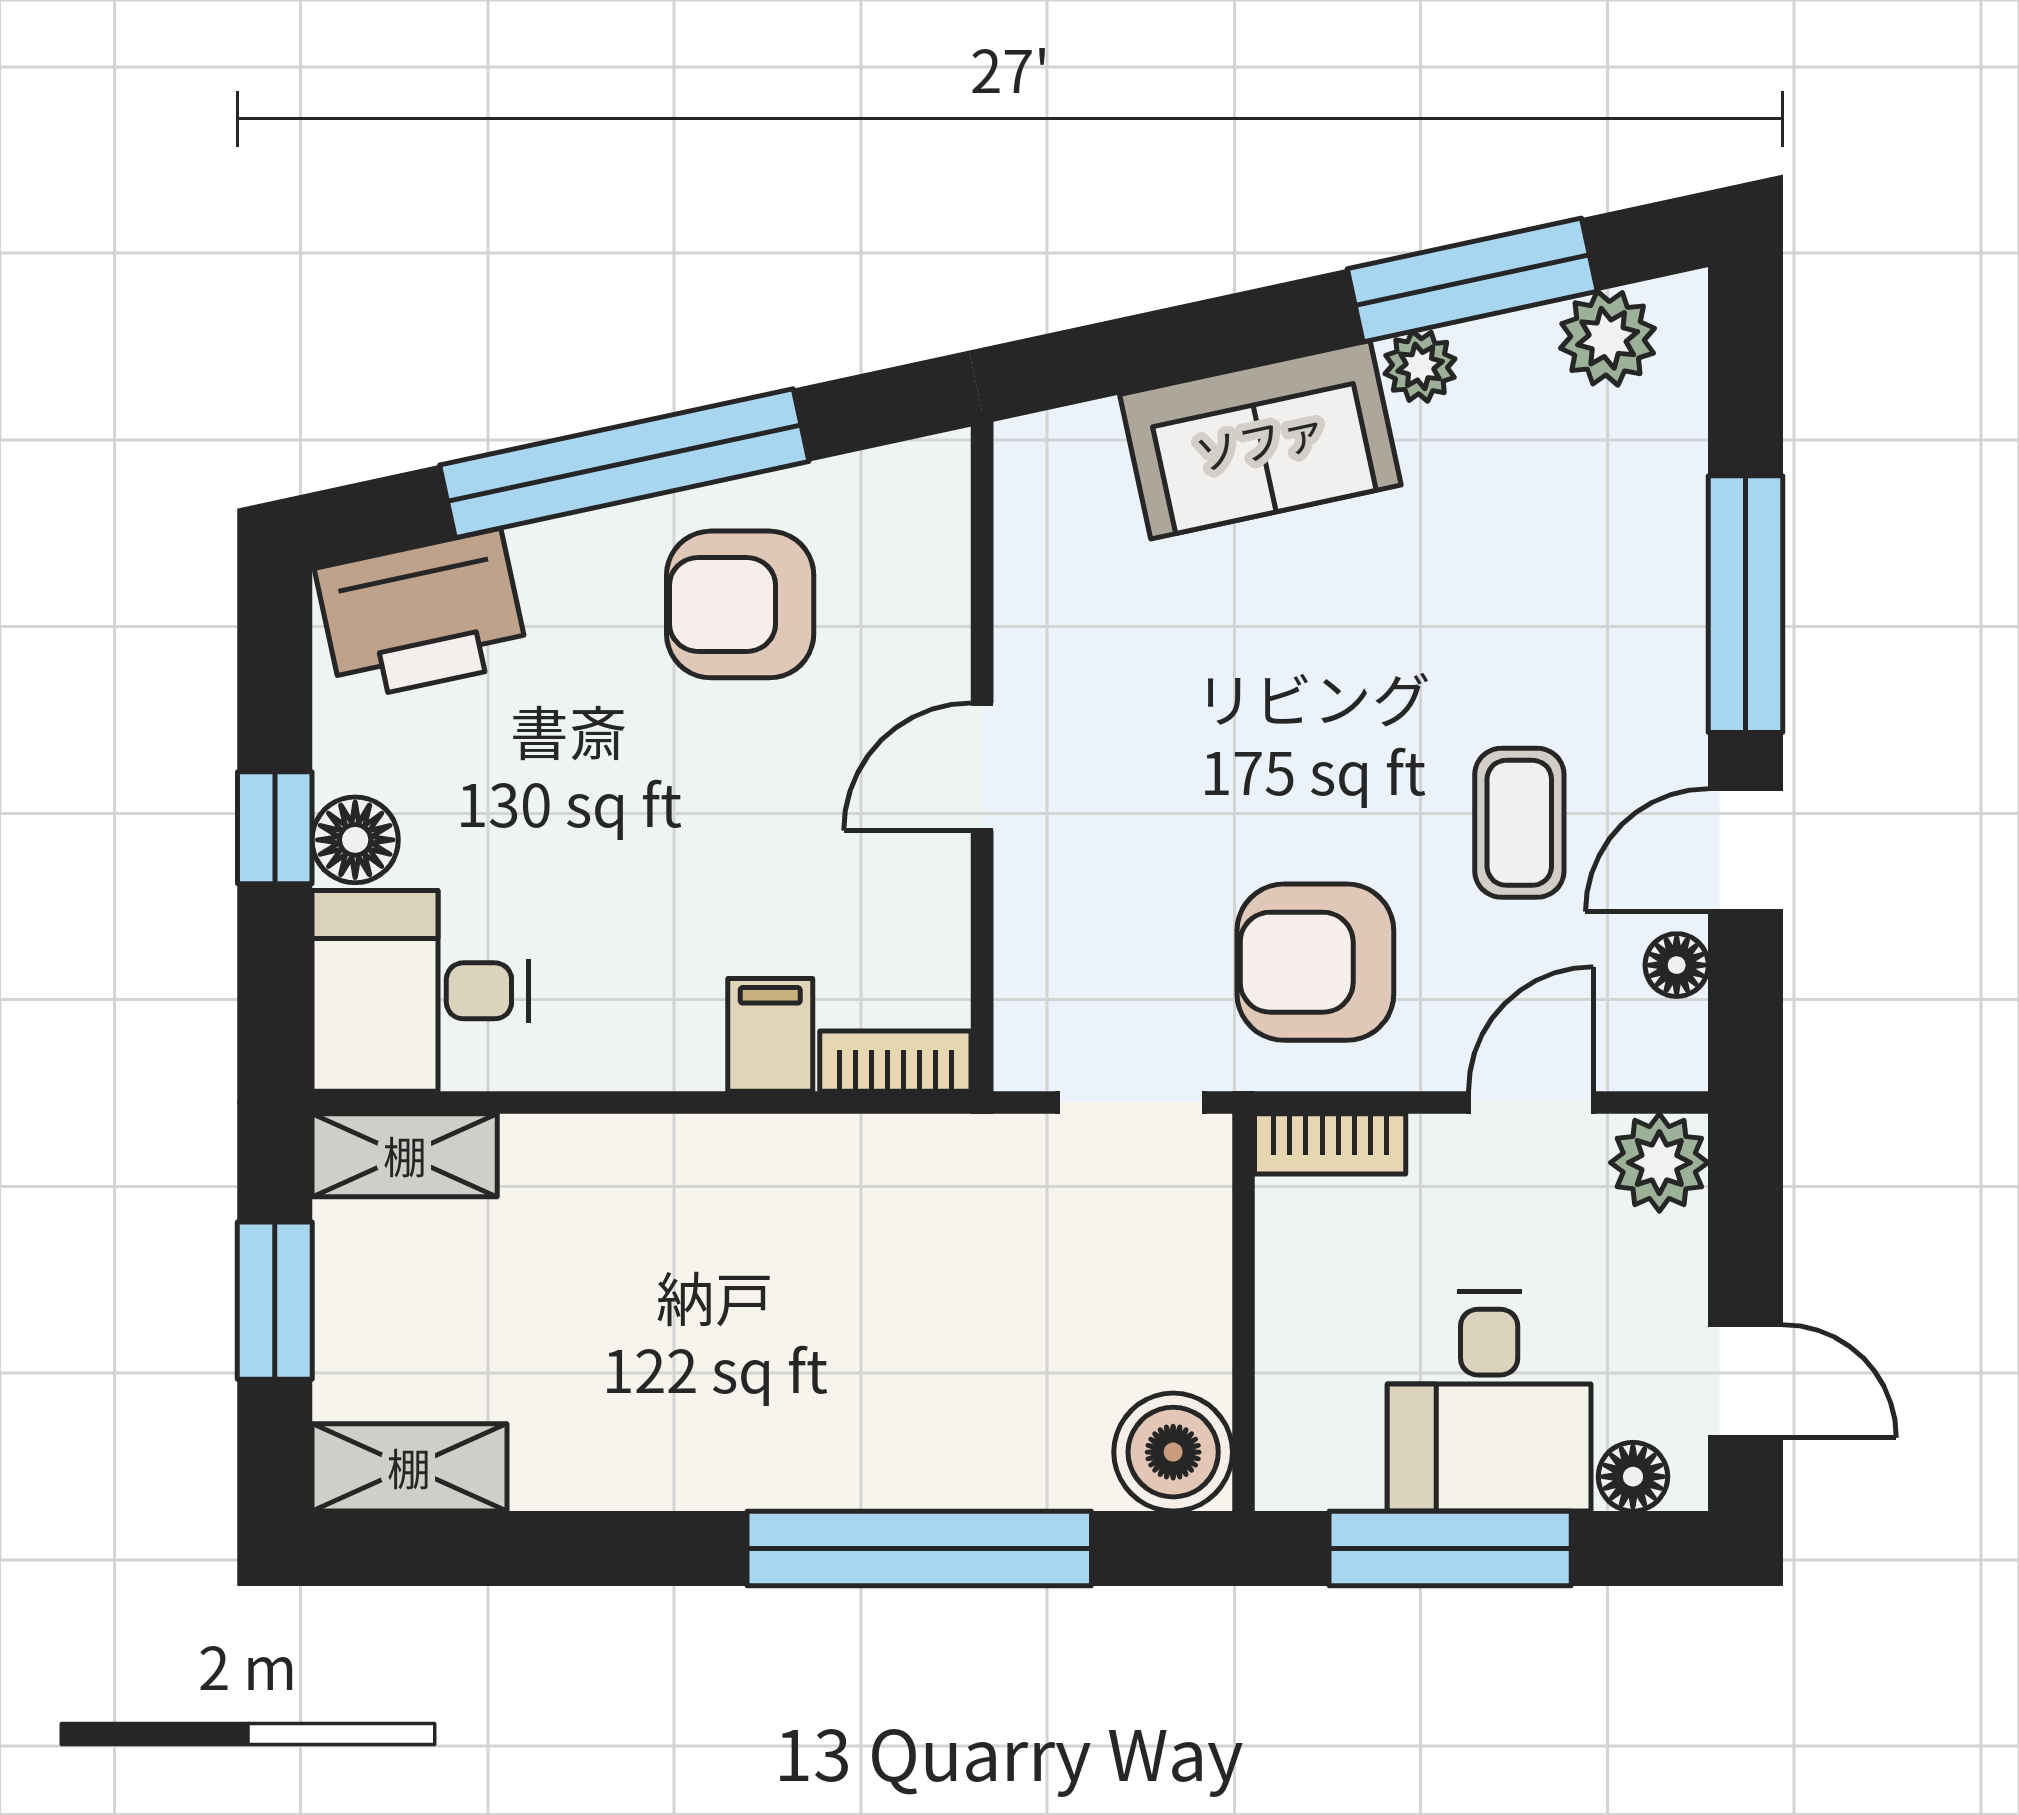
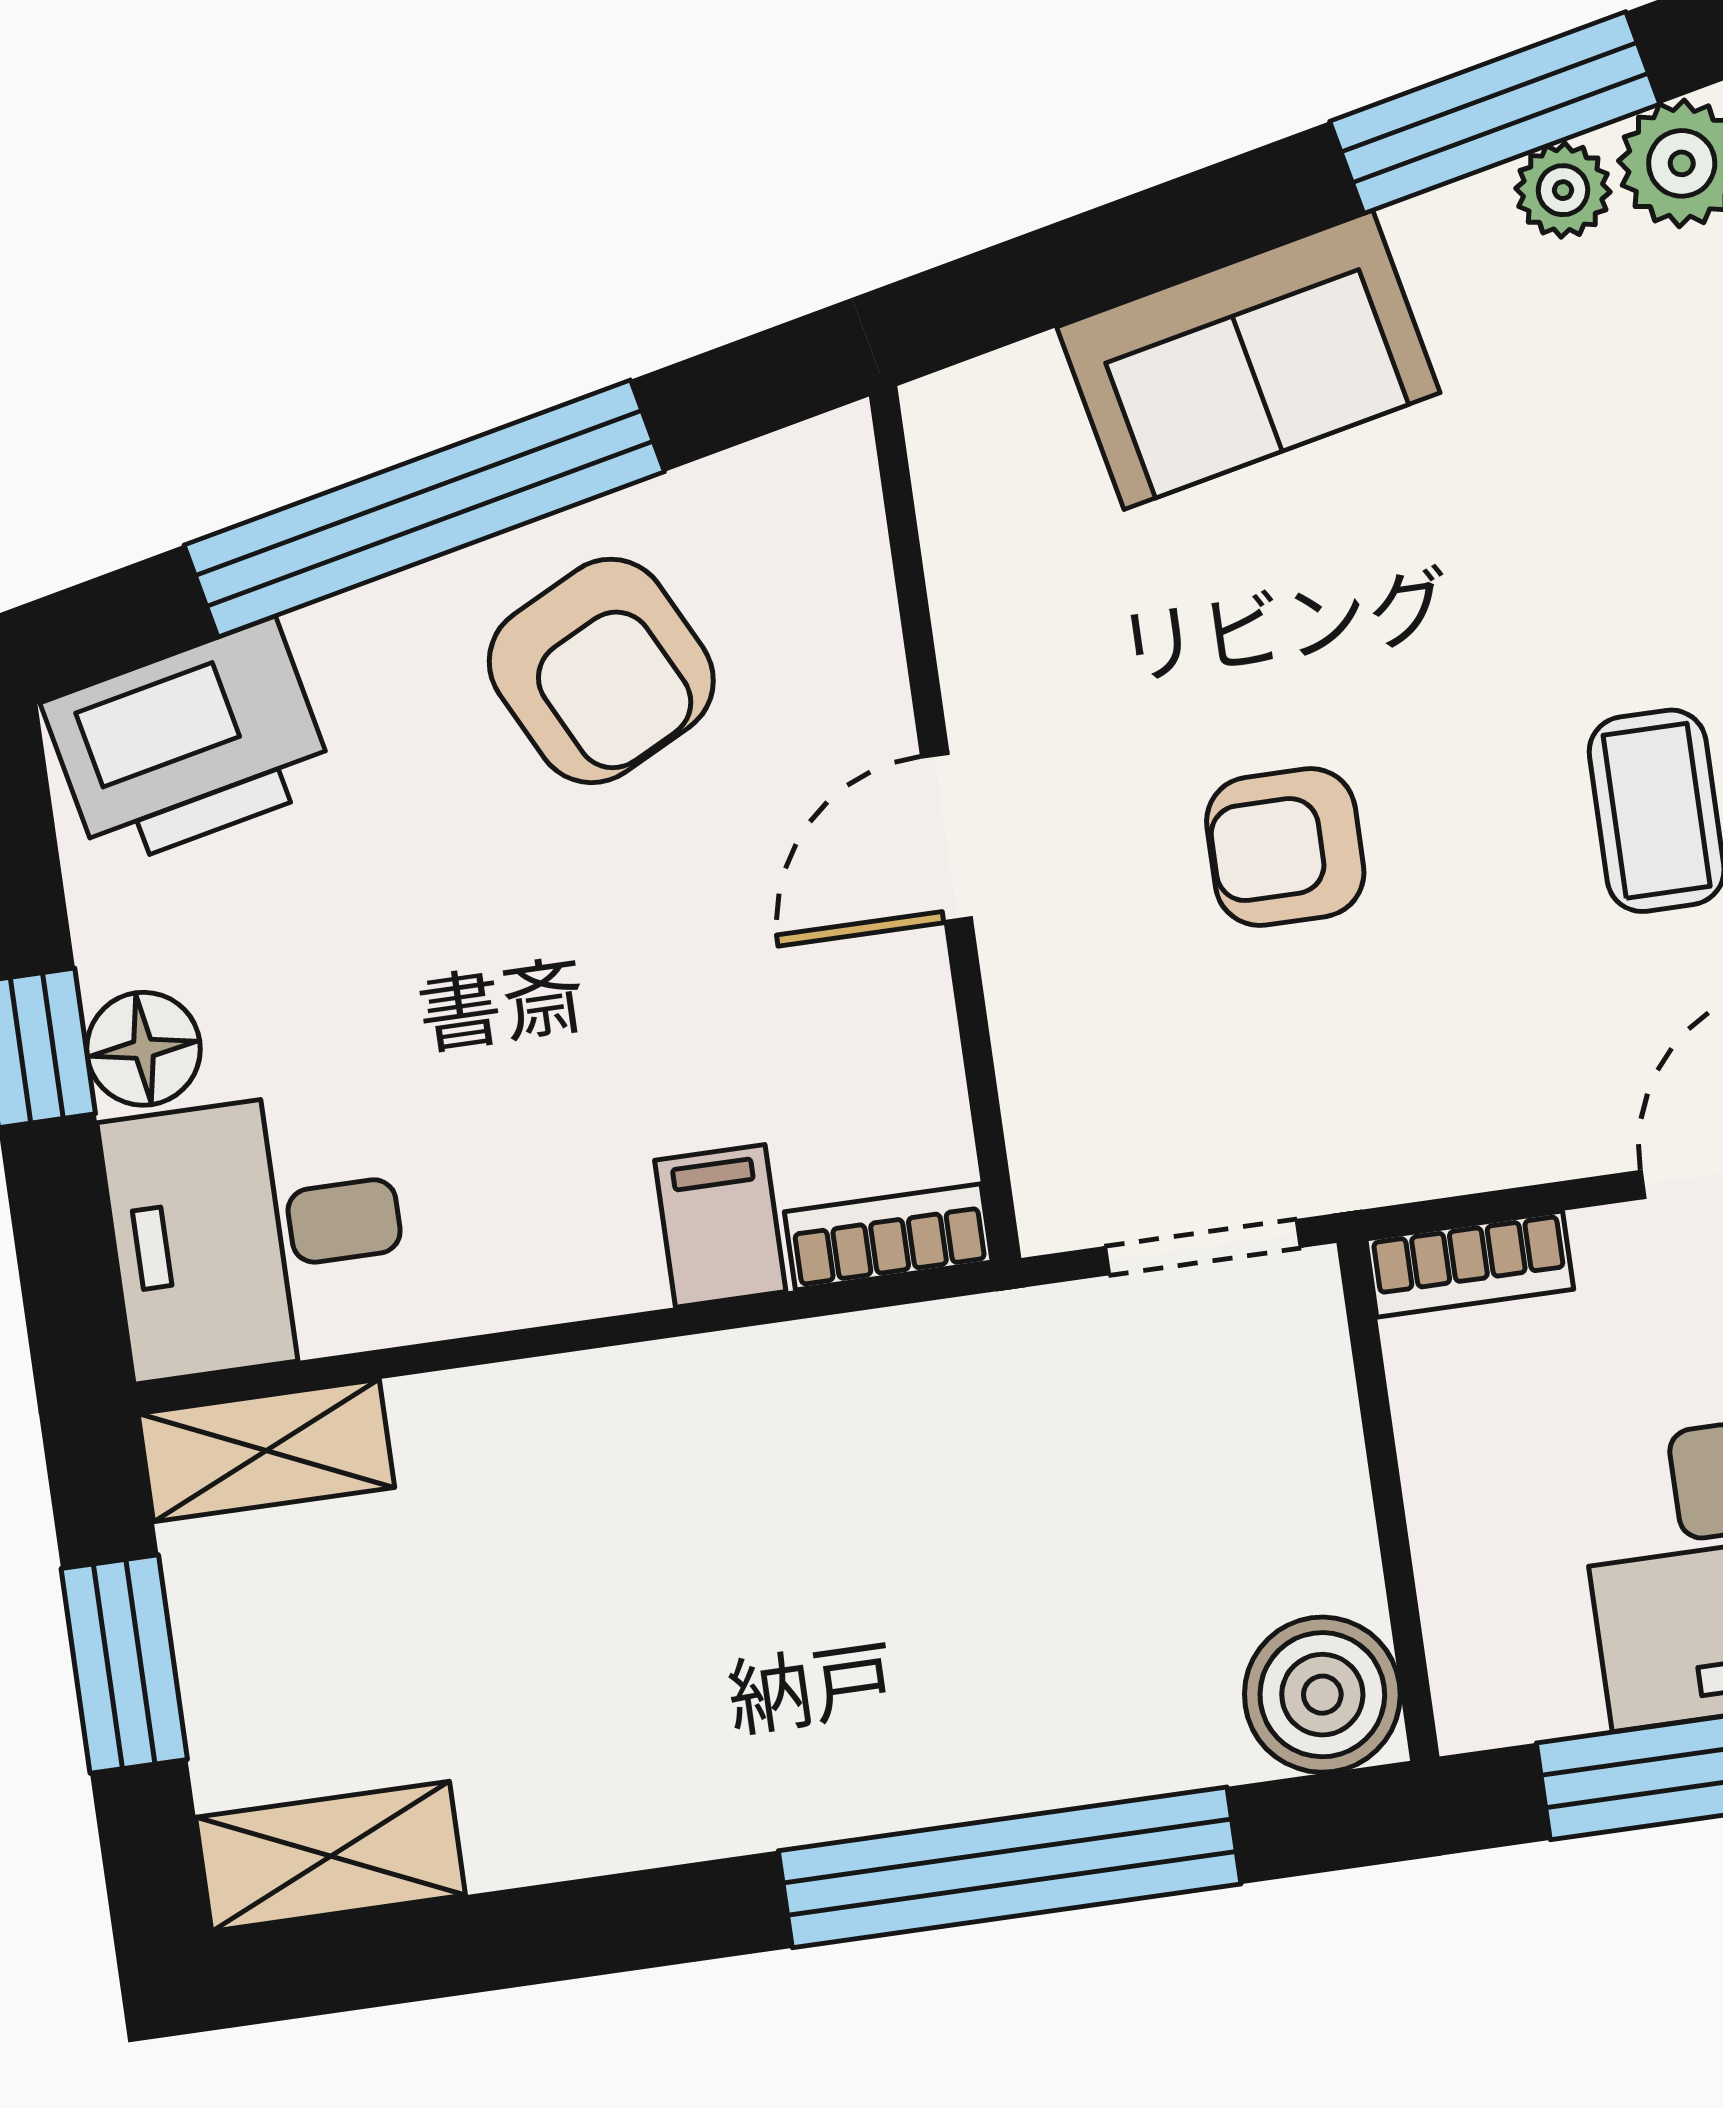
plant: (1420, 366) -> (1563, 190), moved
armchair: (740, 604) -> (601, 671), turned -117
armchair: (1315, 962) -> (1285, 847), moved, width x0.72, depth x0.72

